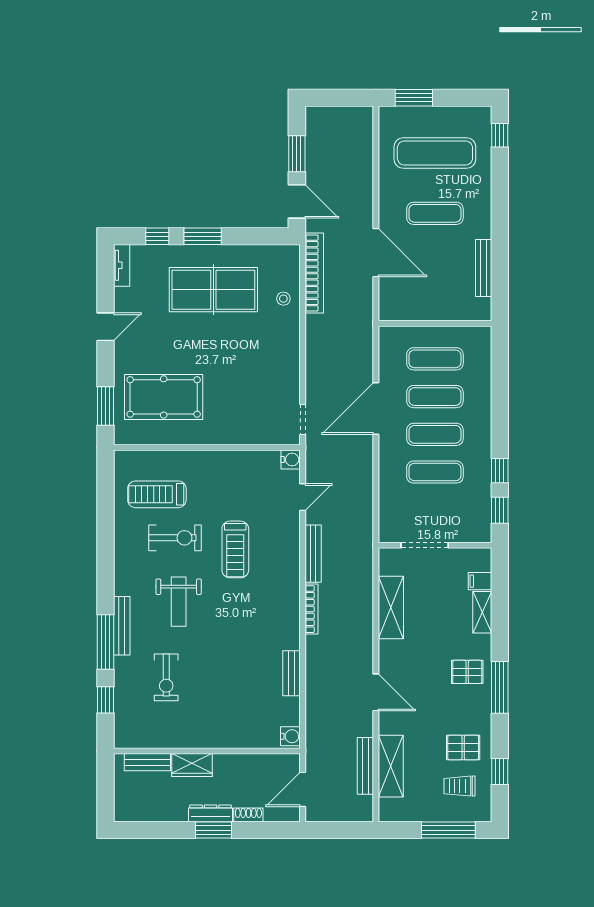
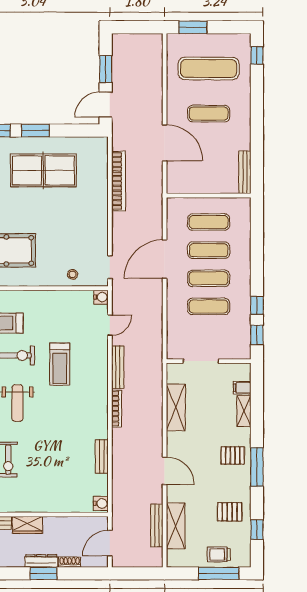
door: (297, 201) -> (106, 105), swing flipped
bench: (484, 268) -> (245, 172), moved
bookcase: (314, 273) -> (119, 181), moved
stool: (283, 299) -> (73, 274), moved
trolley: (459, 786) -> (219, 554), moved

